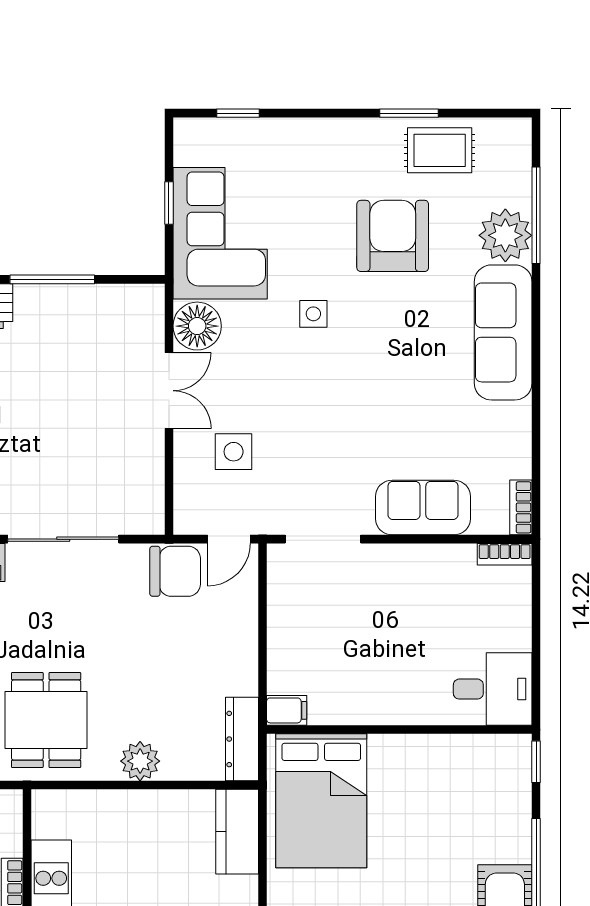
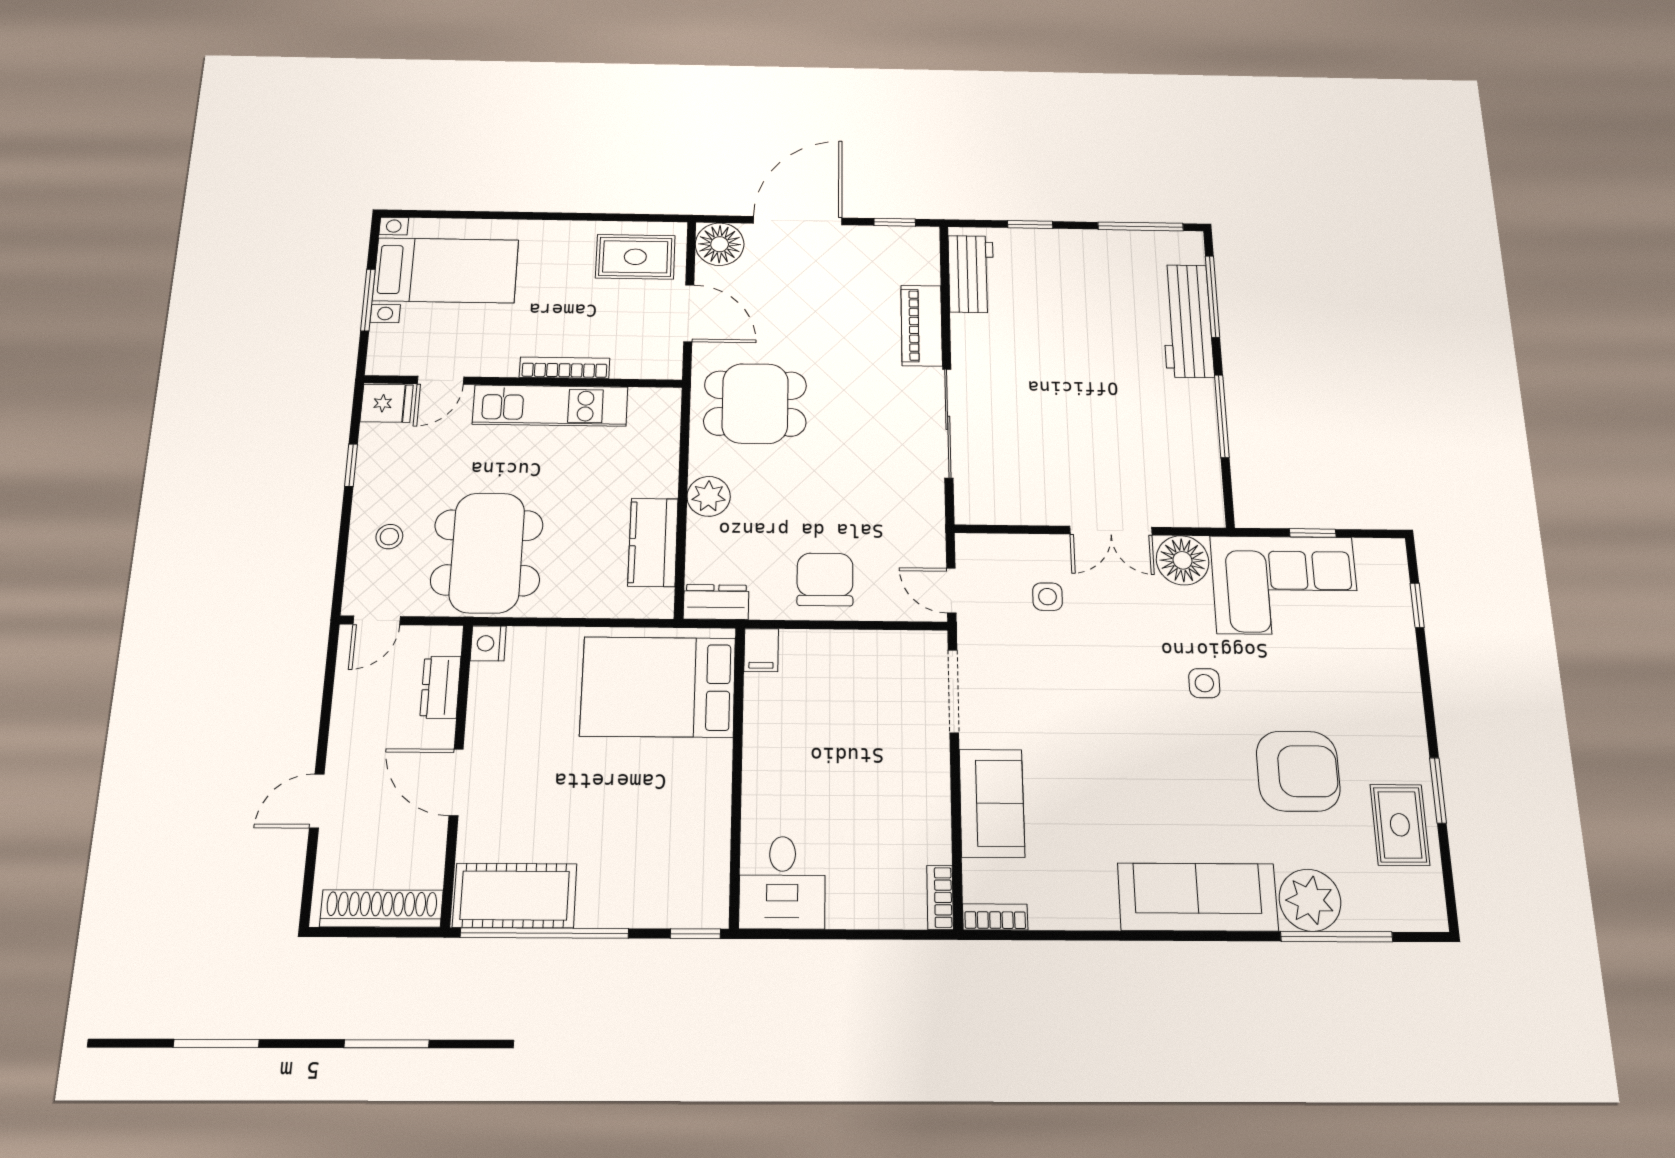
side table: (234, 452) -> (1048, 597), width x0.73, depth x0.73
chair: (175, 571) -> (825, 579), moved, turned 180
dresser: (242, 739) -> (716, 602), width x0.70
kitchen counter: (237, 832) -> (653, 542), moved, turned -90

